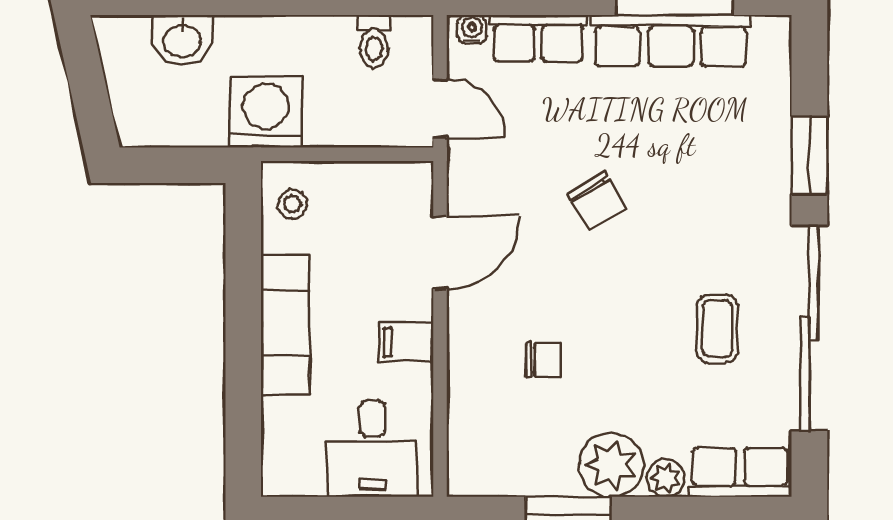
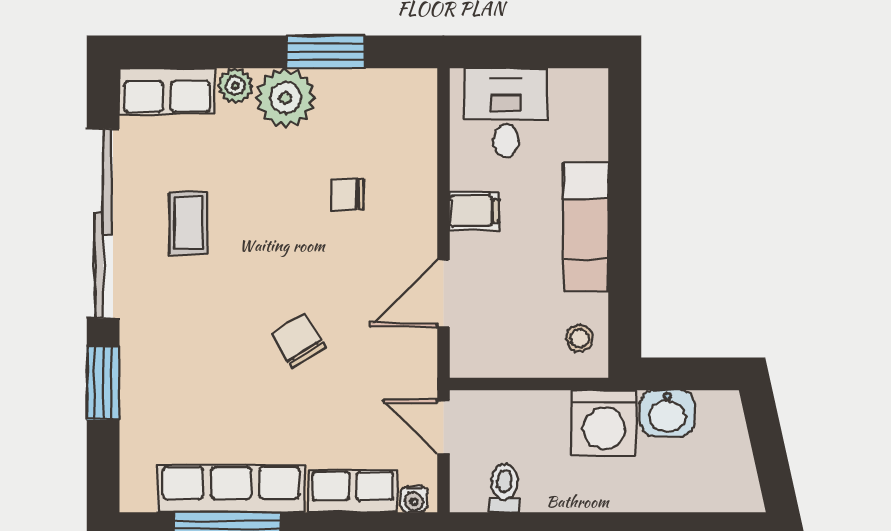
washbasin: (182, 40) -> (667, 413), moved, turned 180

